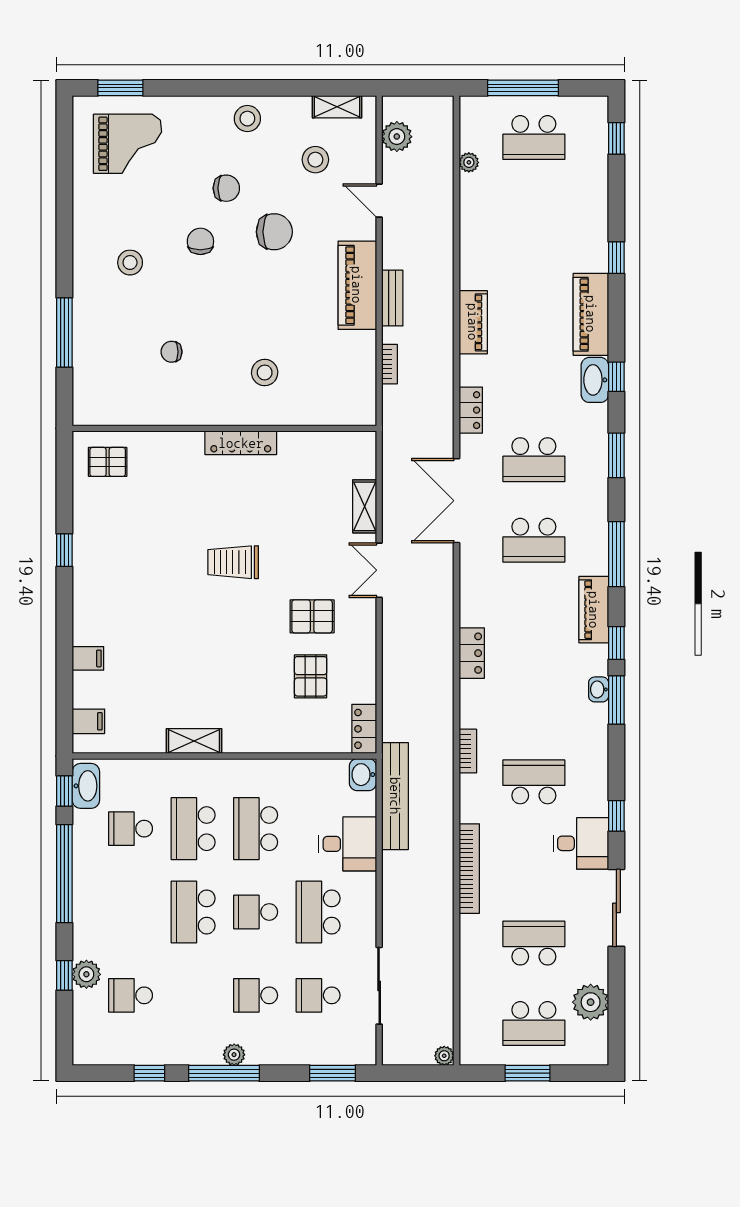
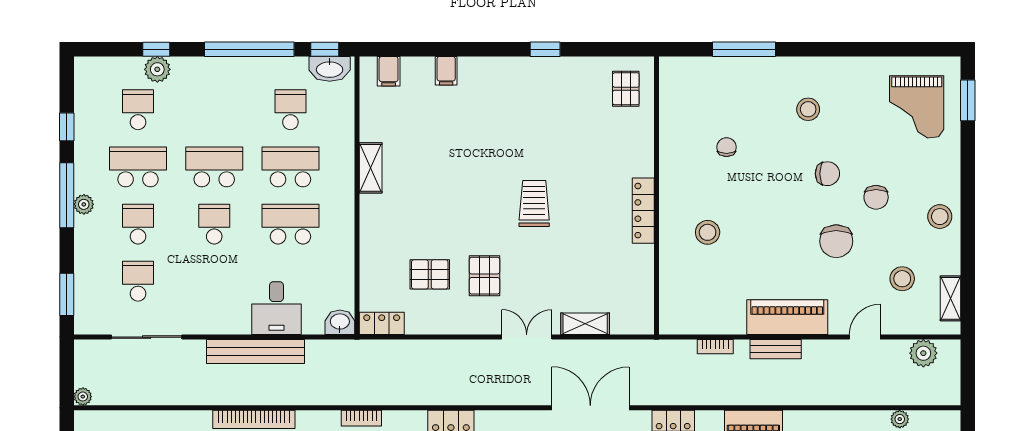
bench: (395, 796) -> (256, 352), moved
school desk: (318, 912) -> (138, 167), moved

